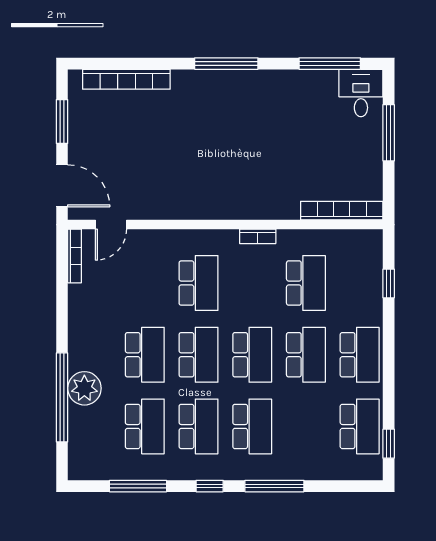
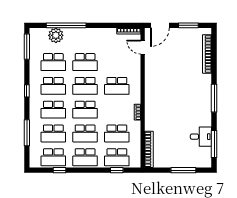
desk: (361, 93) -> (201, 137), moved
school desk: (360, 283) -> (117, 157), added
plant: (84, 388) -> (56, 35), moved
school desk: (306, 426) -> (53, 133), added
window: (389, 444) -> (60, 170), moved
window: (138, 486) -> (27, 47), moved
window: (274, 486) -> (27, 133), moved

